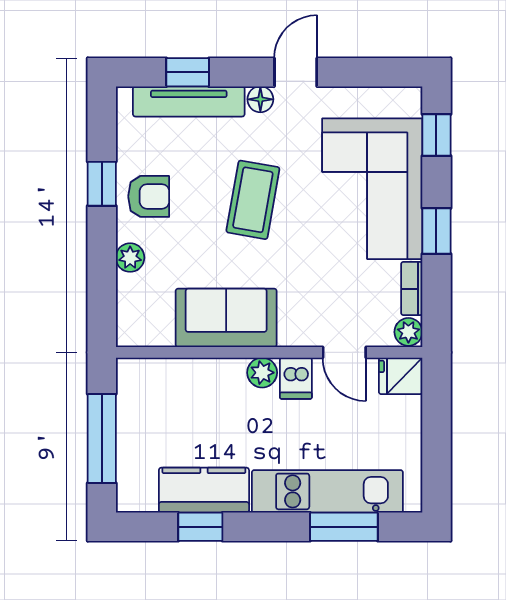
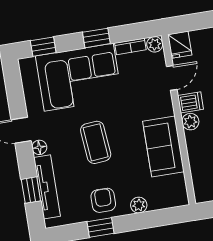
coffee table: (253, 200) -> (96, 142), turned 75

